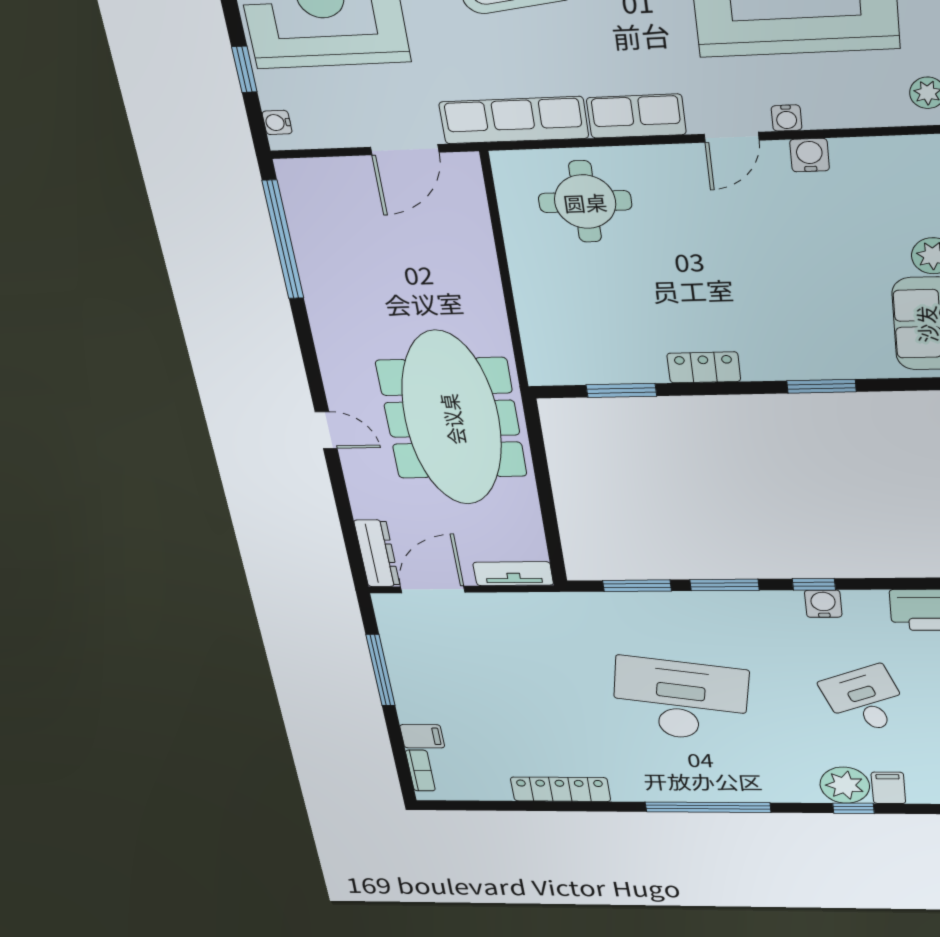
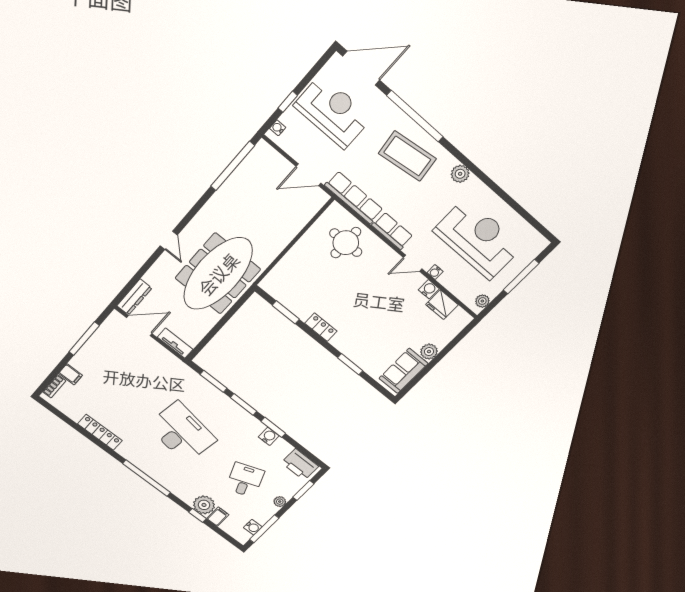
fridge: (863, 160) -> (442, 305), added
window: (814, 584) -> (273, 427), width x1.50

